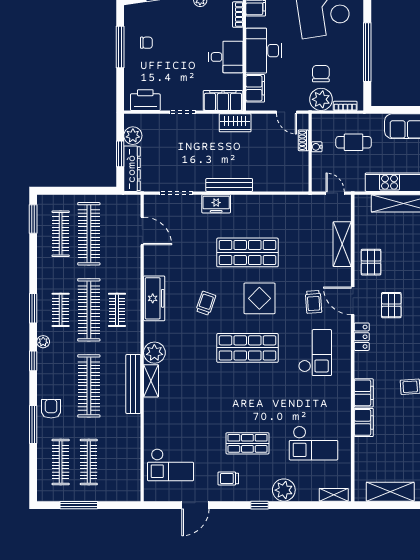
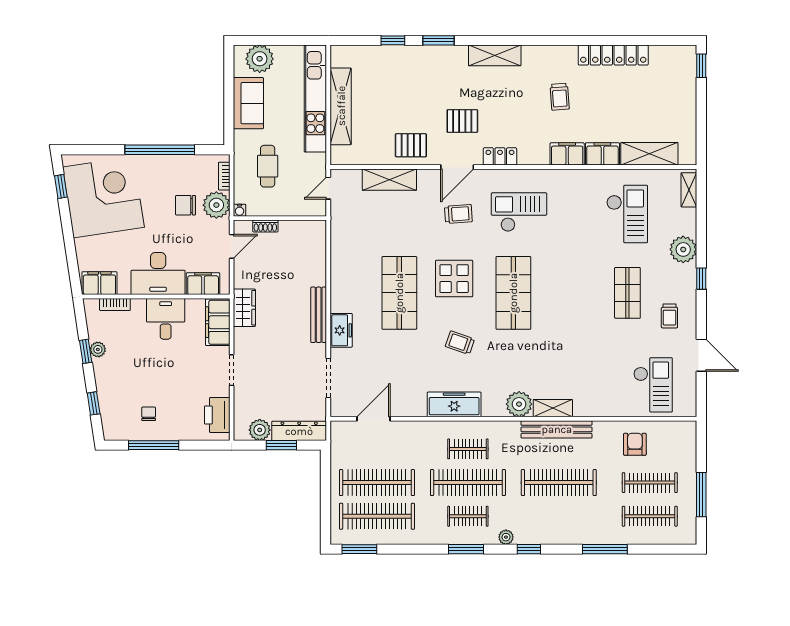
water cooler: (317, 147) -> (240, 210), moved
clothes rail: (61, 234) -> (377, 516), width x1.37, depth x1.31
armchair: (51, 409) -> (635, 444), moved, turned 90
shelving: (390, 492) -> (649, 154), moved, turned 90

